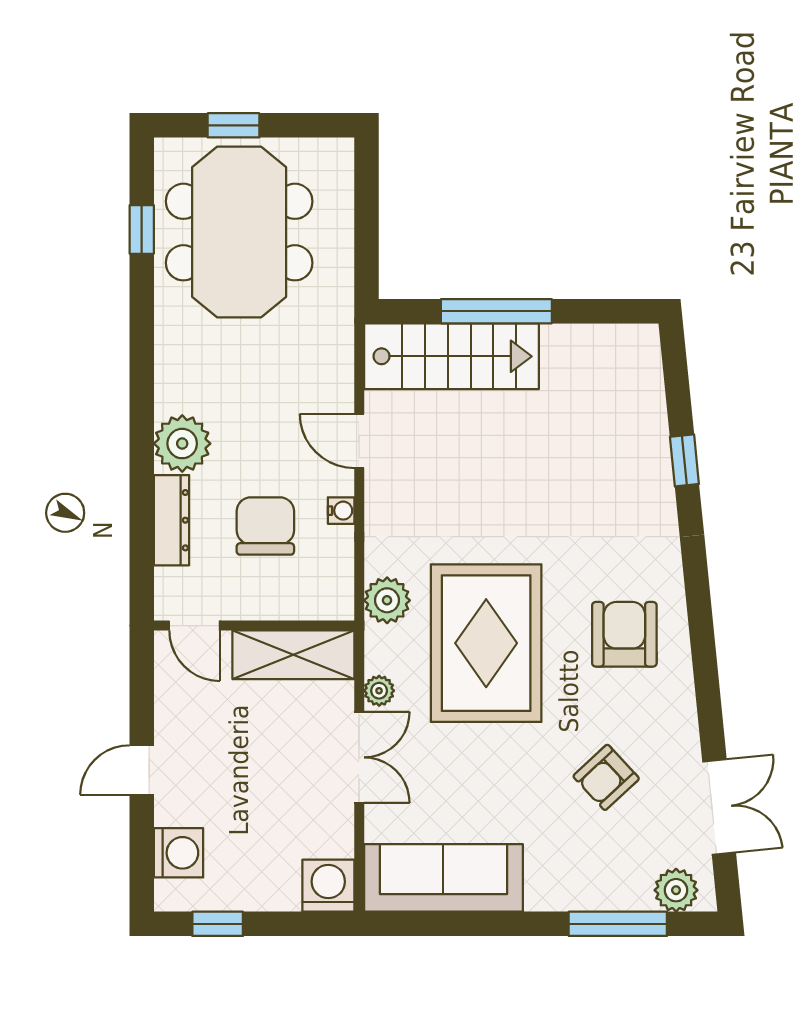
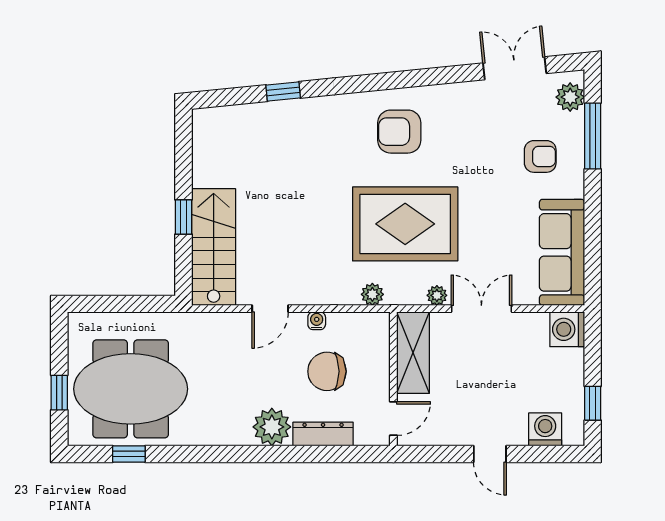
window: (496, 311) -> (183, 217), width x0.46
plant: (387, 600) -> (372, 294), width x0.73, depth x0.73
armchair: (606, 777) -> (540, 156), moved, turned -47

